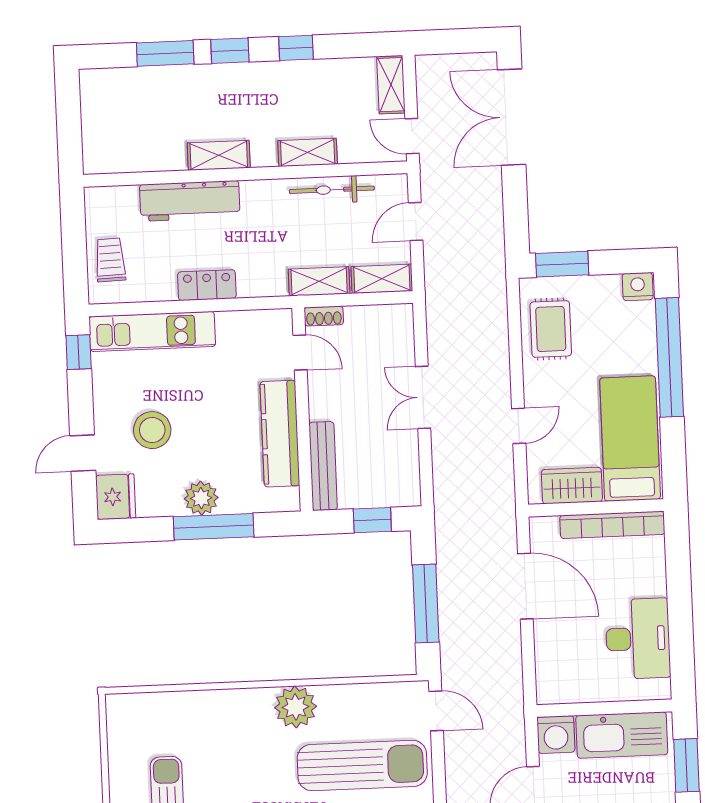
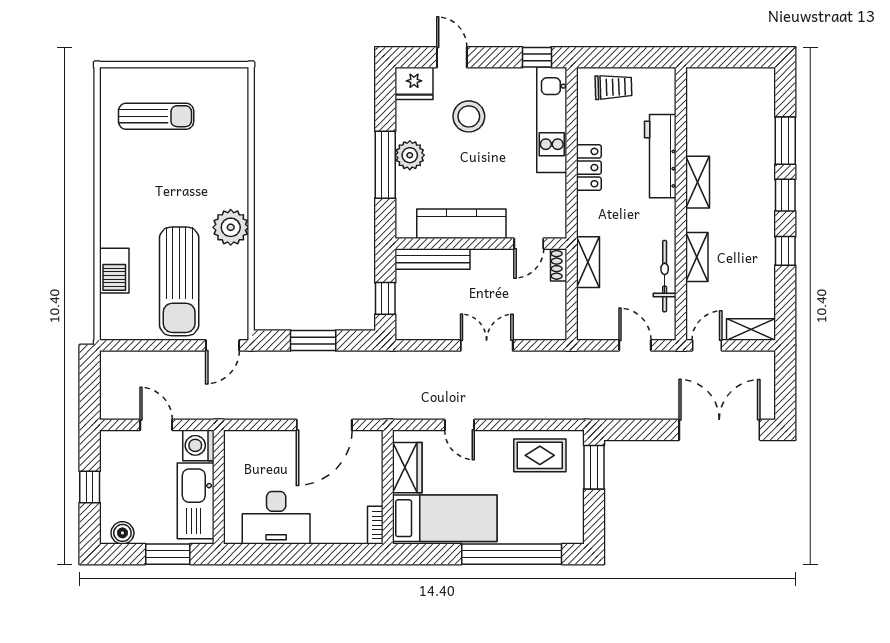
shelving: (382, 279) -> (588, 315), removed
nightstand: (638, 287) -> (572, 530), removed
bookcase: (612, 525) -> (375, 525), width x0.43, depth x0.76
window: (426, 604) -> (313, 340), width x0.69

